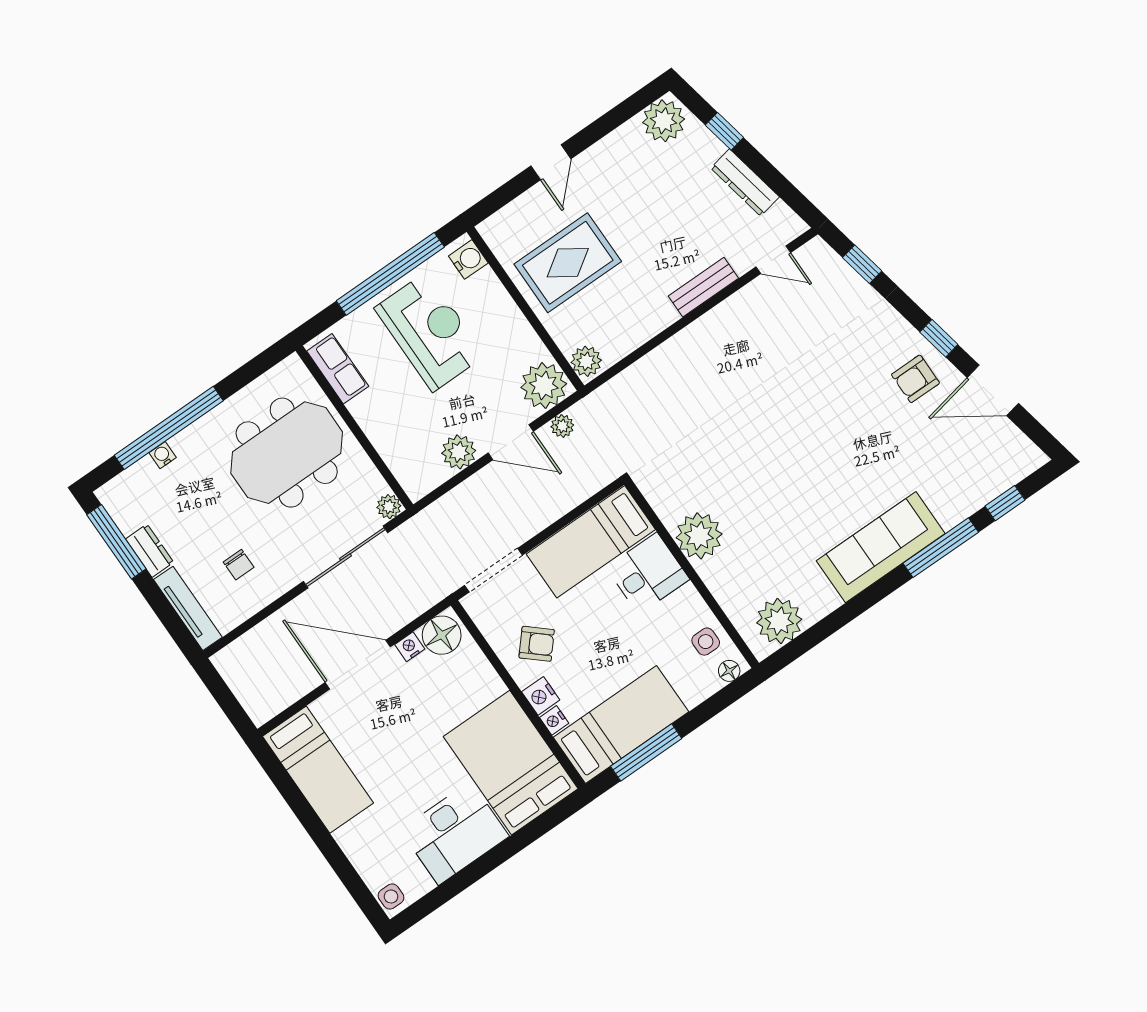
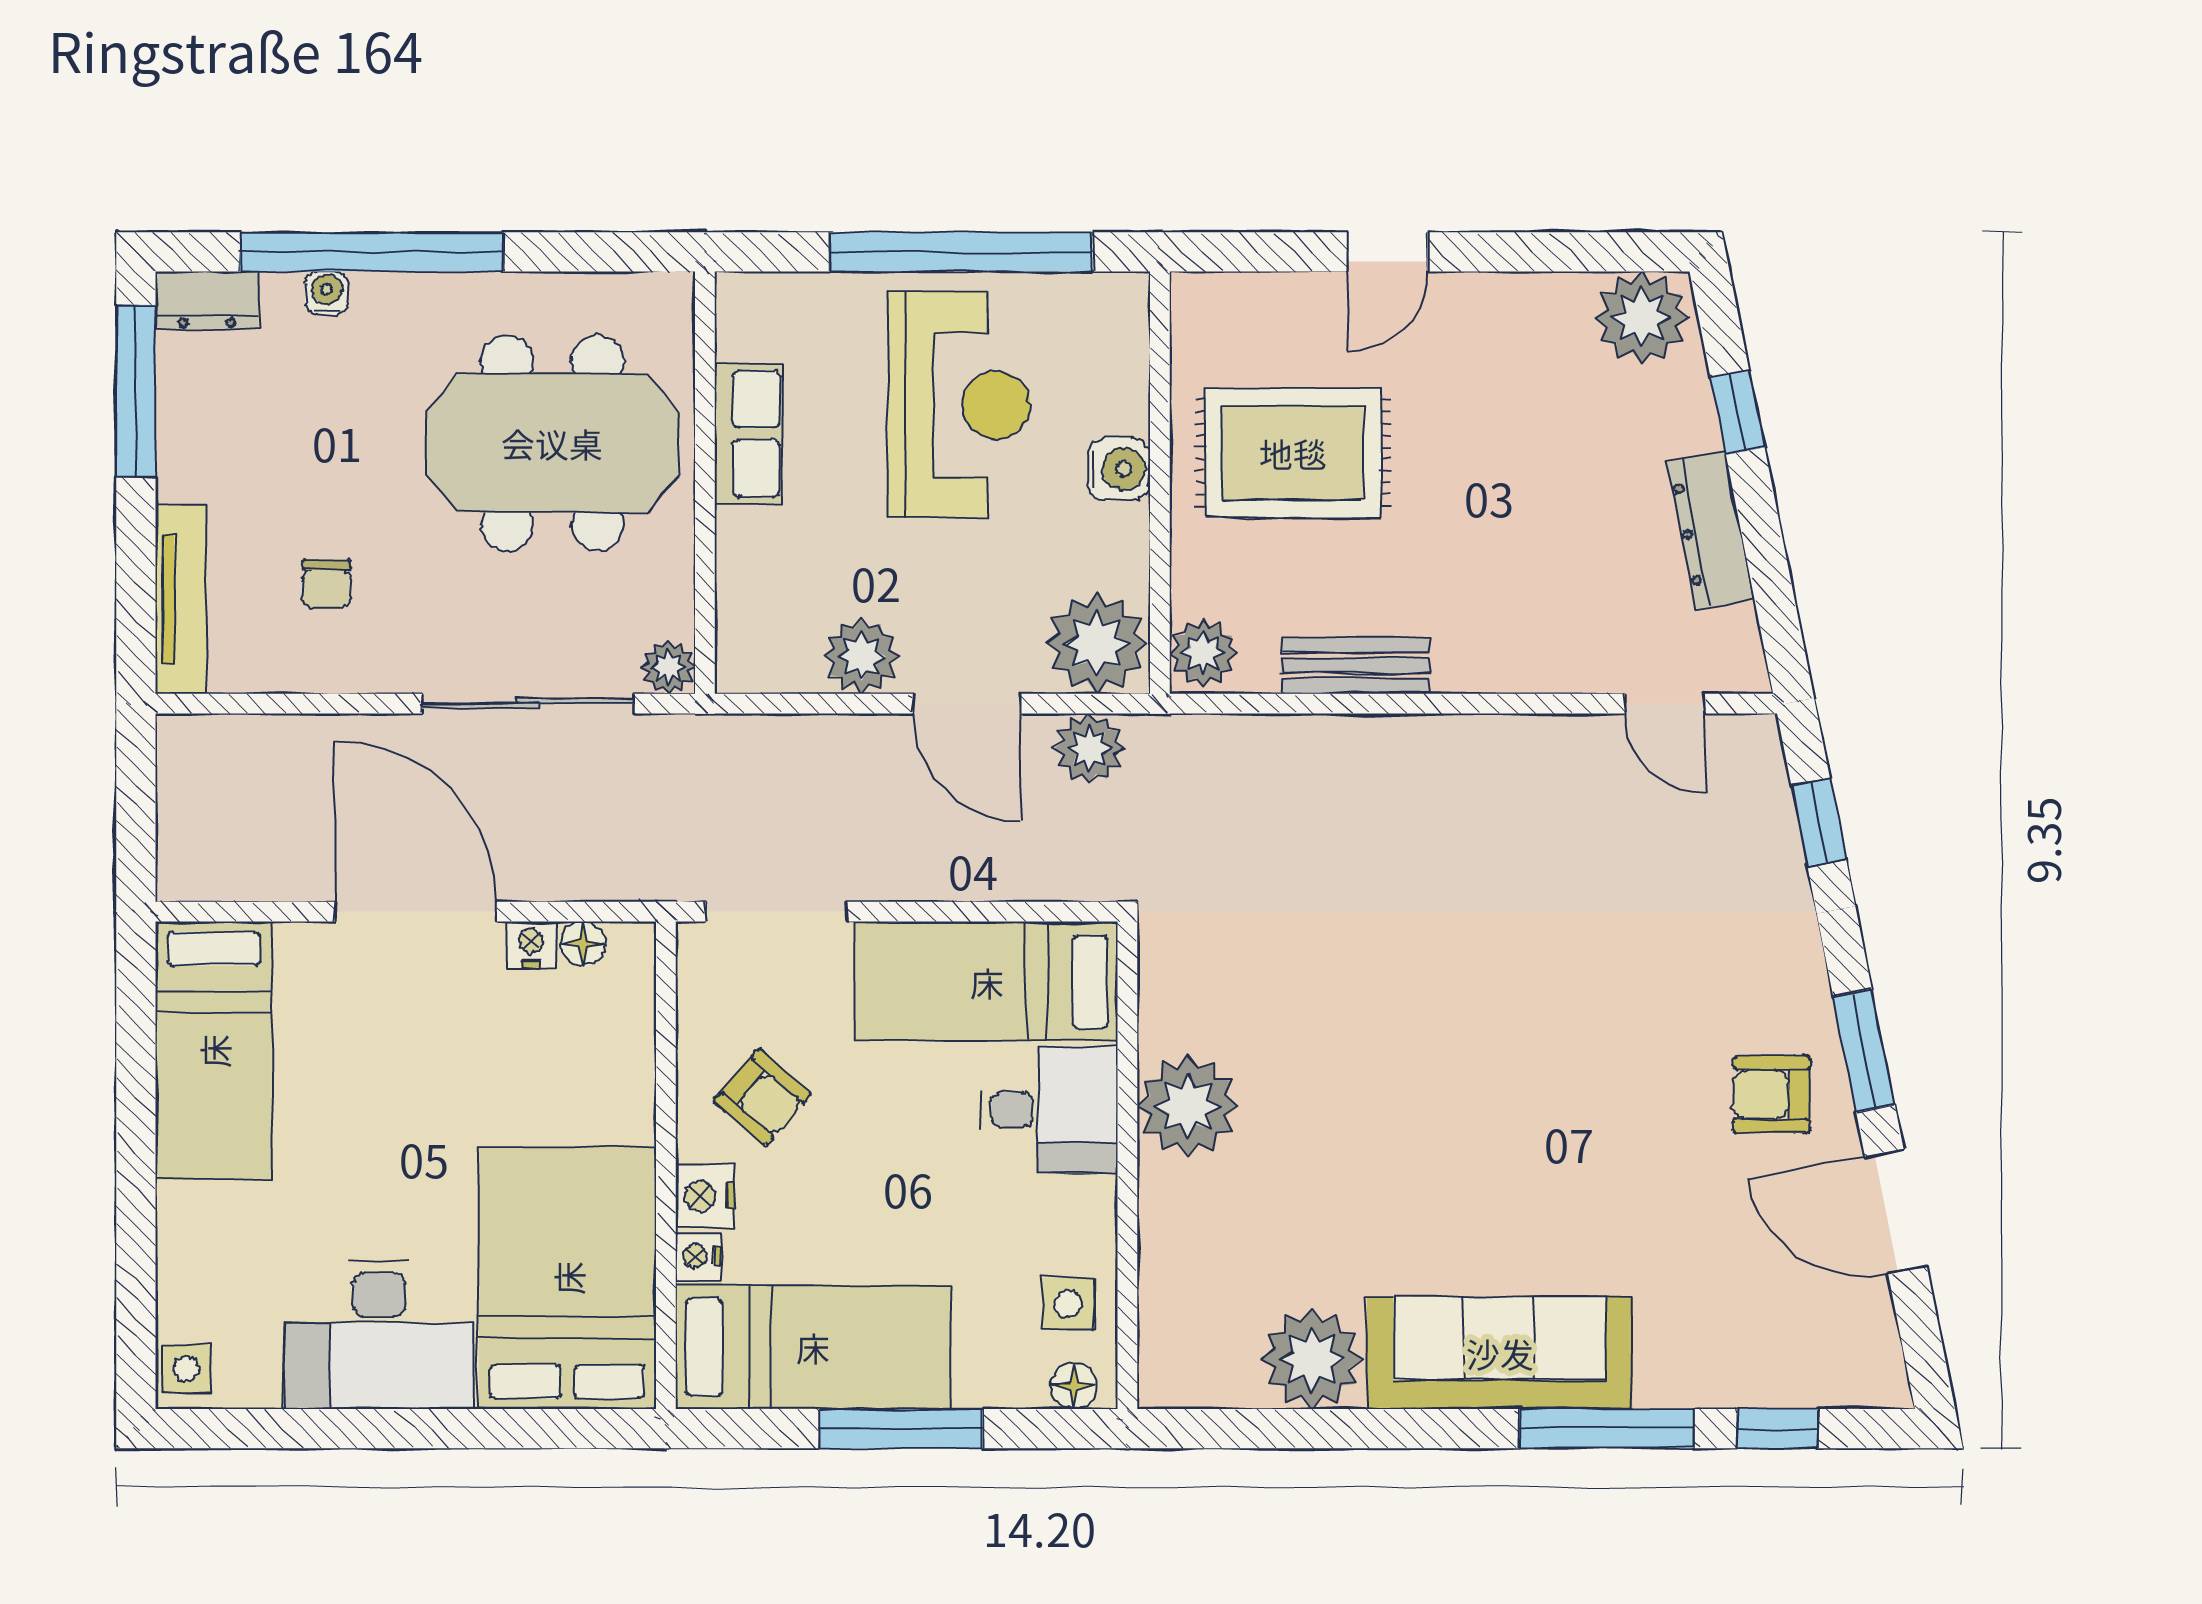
water cooler: (468, 259) -> (1119, 469), moved
bench: (703, 287) -> (1355, 666), moved
window: (939, 338) -> (1864, 1051), width x1.50
row of seats: (338, 369) -> (748, 434), moved
plant: (562, 426) -> (1089, 748), width x1.38, depth x1.38
dresser: (150, 551) -> (207, 300), moved, turned 90
plant: (779, 621) -> (1312, 1359), moved
floor lamp: (442, 635) -> (583, 944), width x0.53, depth x0.53
window: (646, 752) -> (901, 1429), moved

